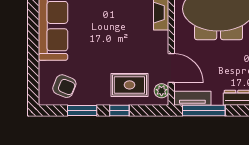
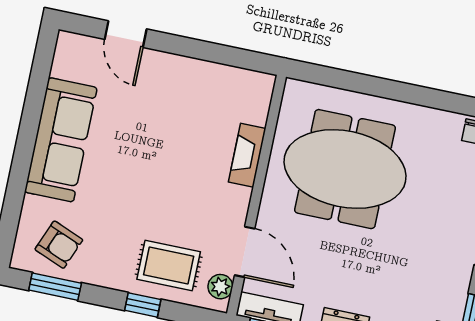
window: (82, 110) -> (55, 287), moved

